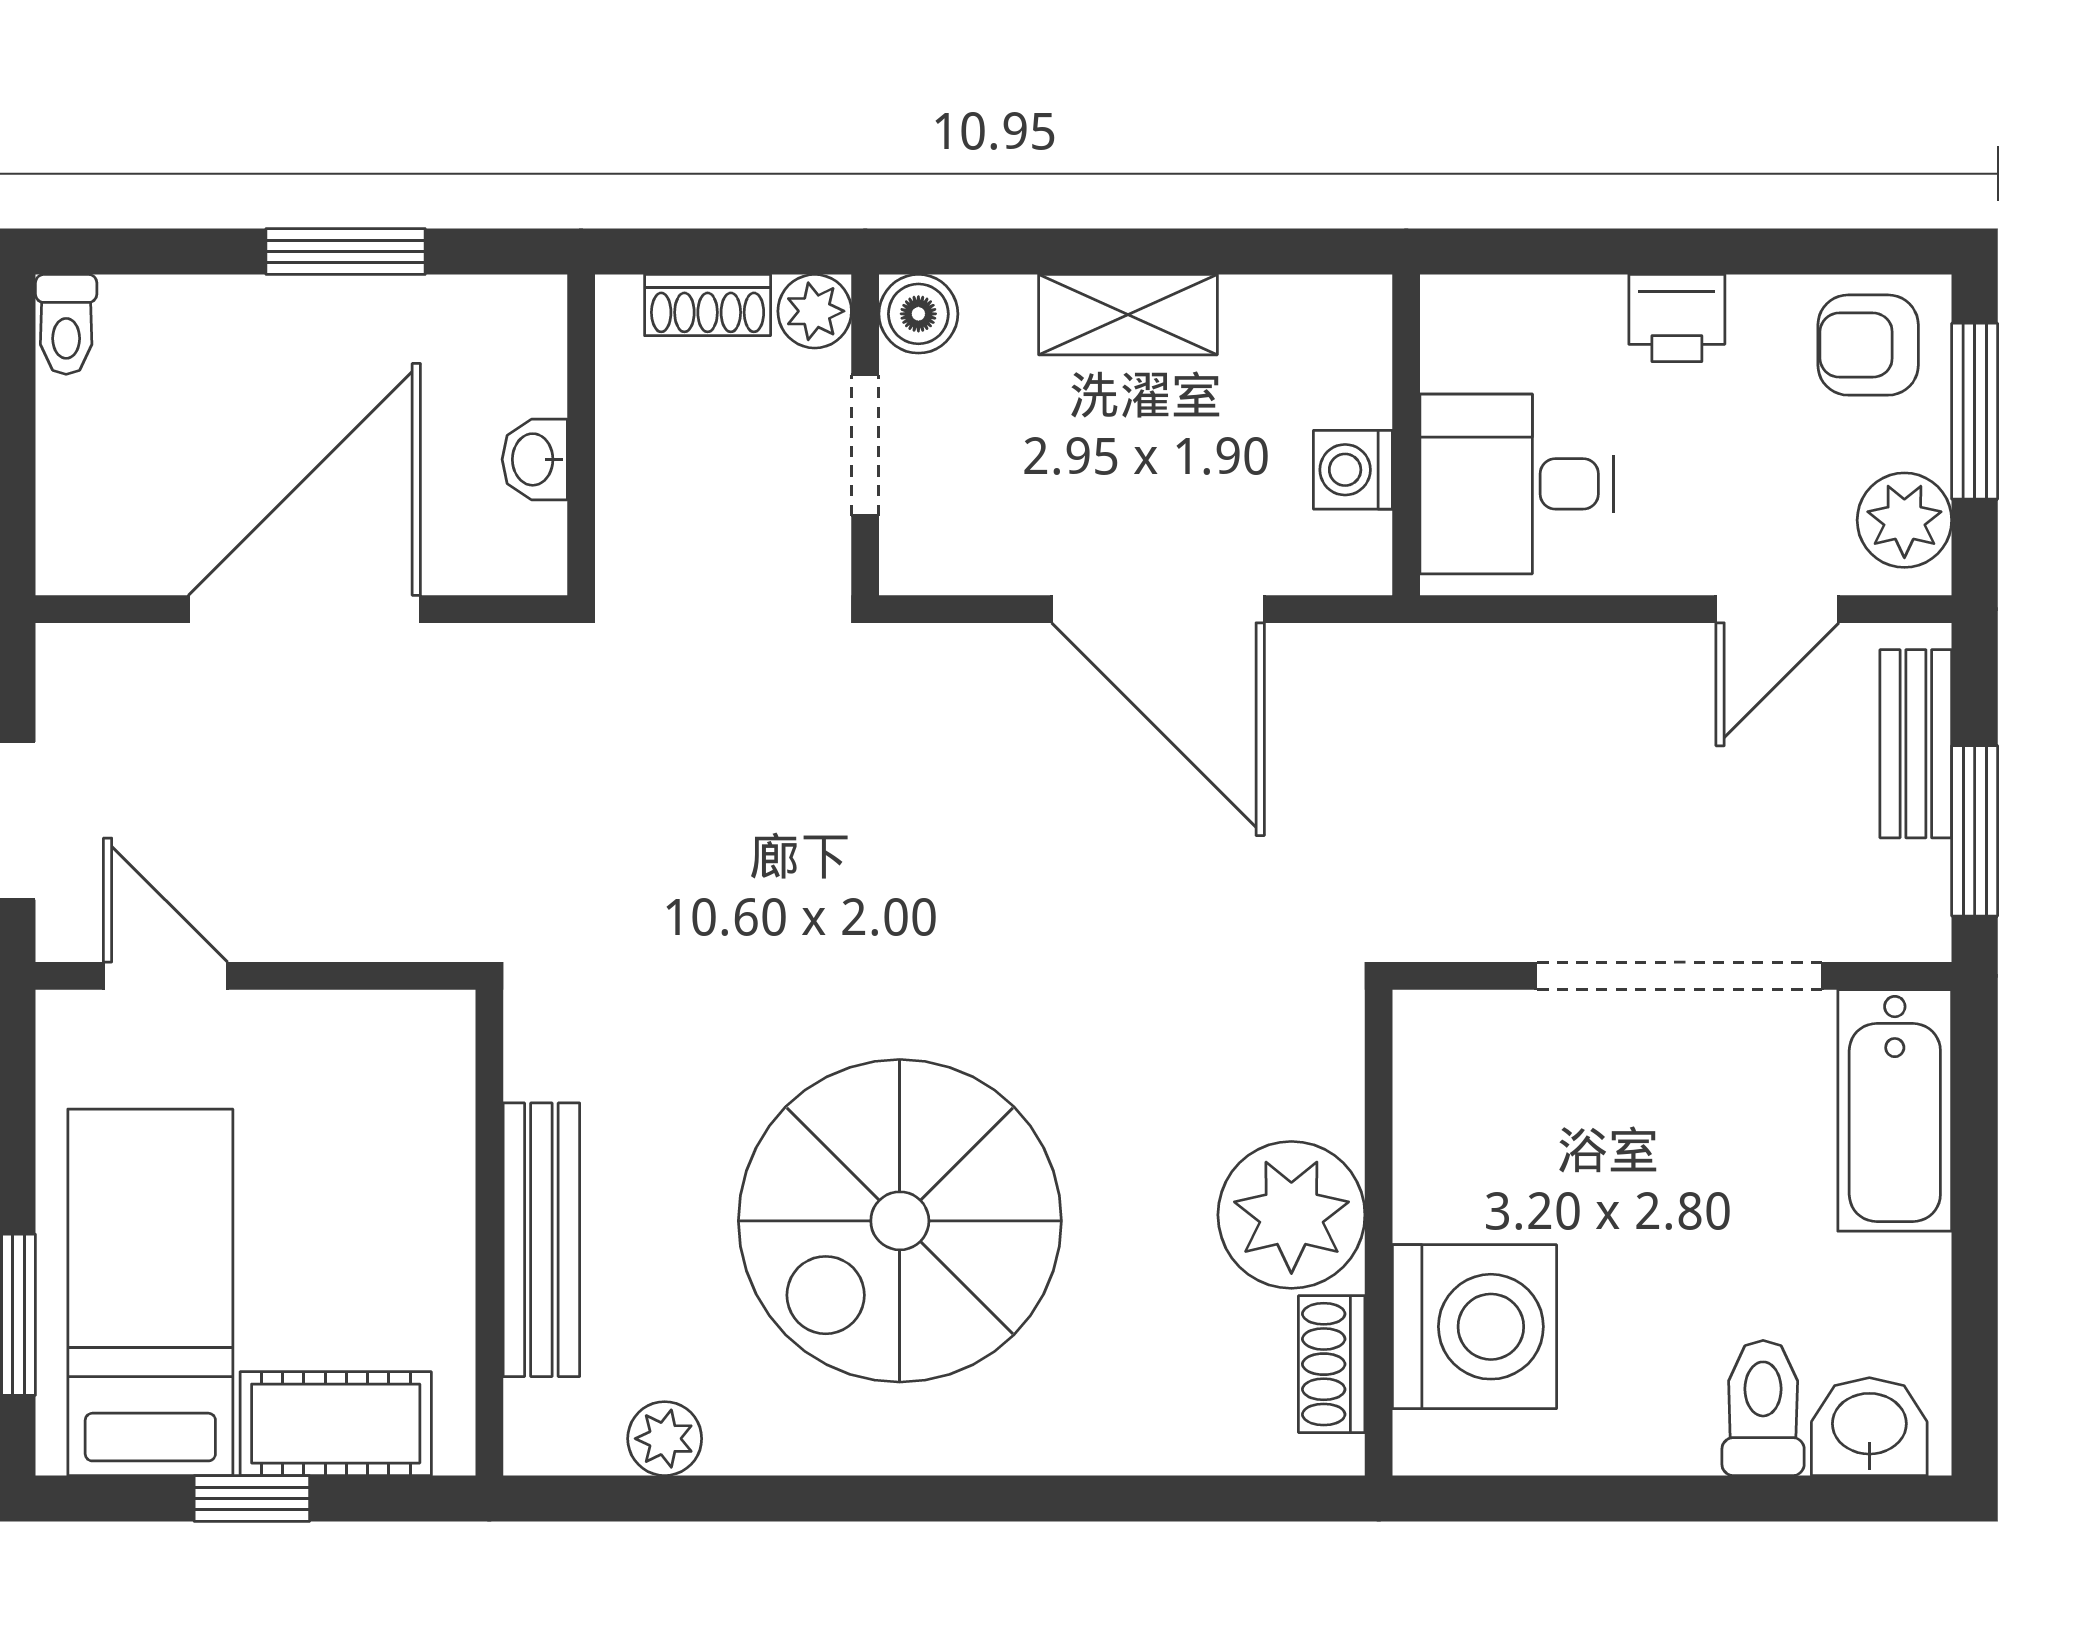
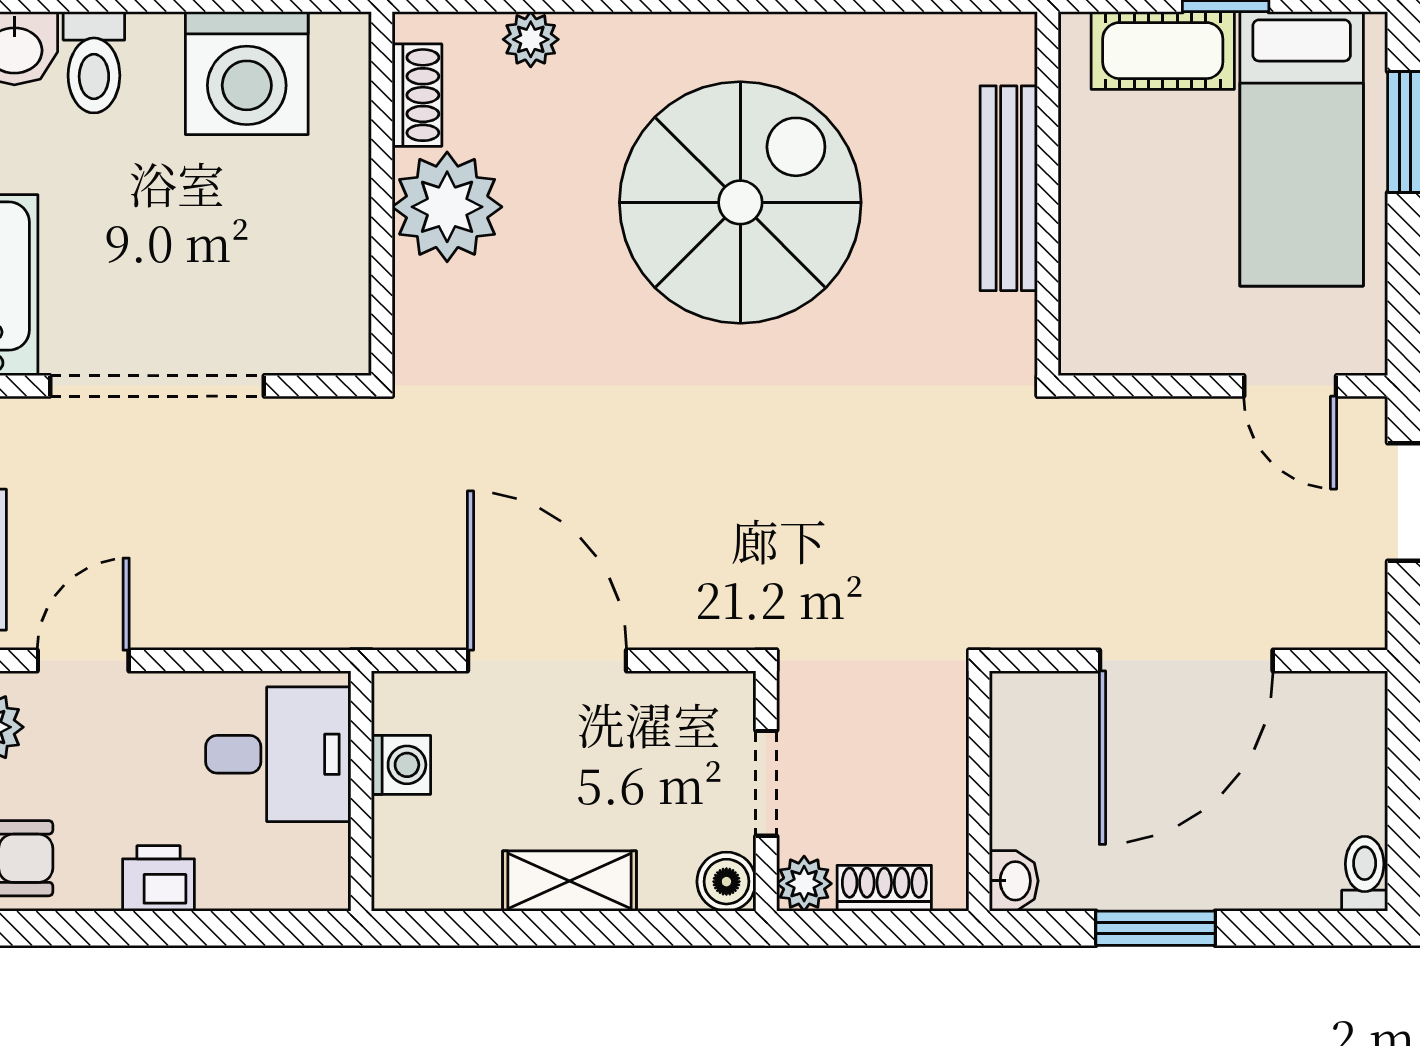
washbasin: (535, 459) -> (1014, 881), moved
washing machine: (1474, 1327) -> (247, 73), moved, turned -90
plant: (665, 1439) -> (531, 39), moved

